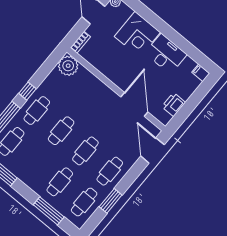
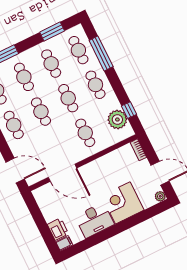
plant: (68, 66) -> (117, 120), moved
window: (27, 91) -> (129, 110), moved
cafe table: (87, 100) -> (85, 133), added
printer: (174, 105) -> (58, 229), moved
cafe table: (35, 162) -> (51, 64), added

